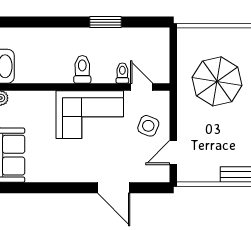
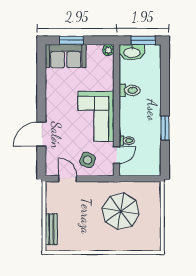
toilet: (82, 69) -> (130, 90), moved

